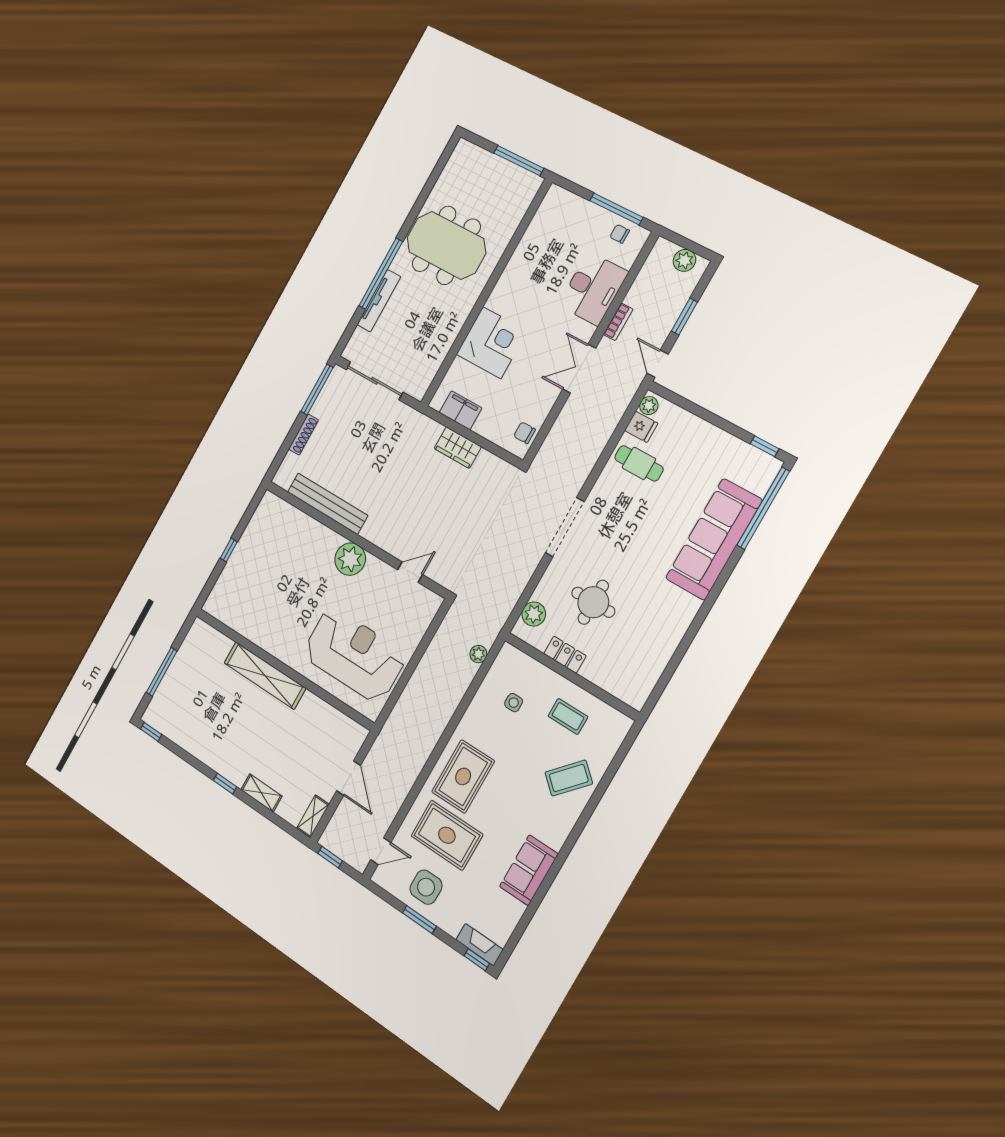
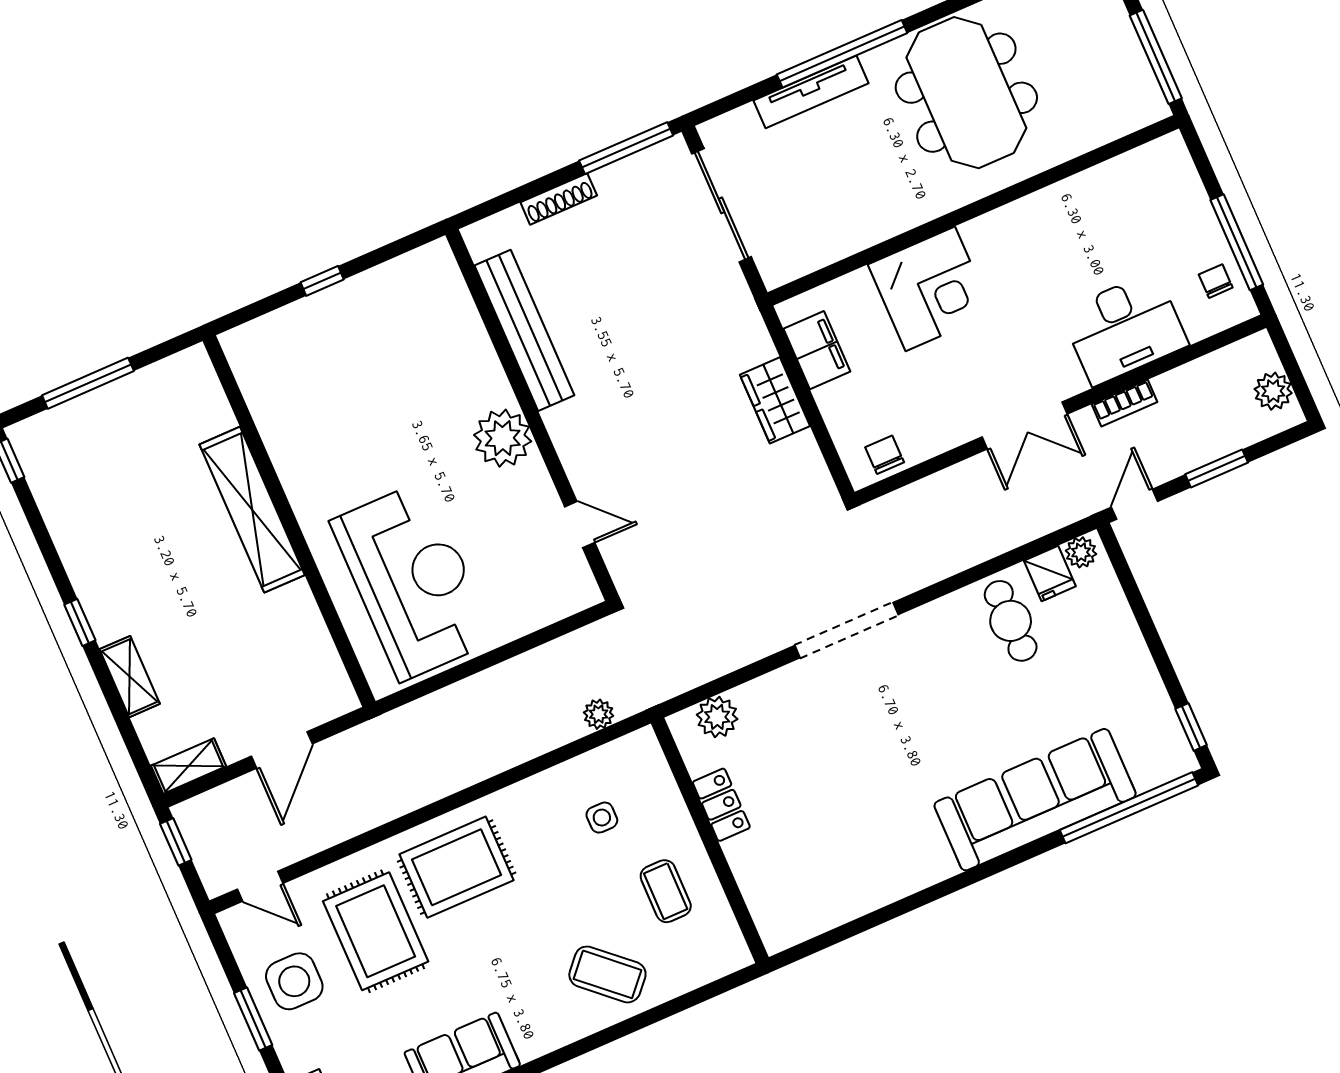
double door: (579, 369) -> (1025, 425), swing flipped
round table: (593, 602) -> (812, 762), removed

